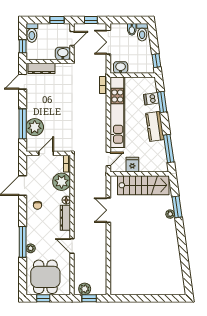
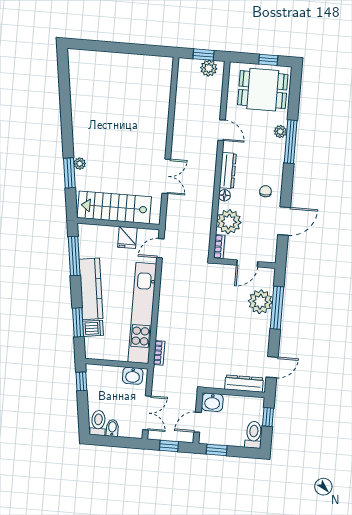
kitchen counter: (155, 126) -> (91, 289), width x1.50
dining table: (45, 277) -> (263, 90), turned 90

